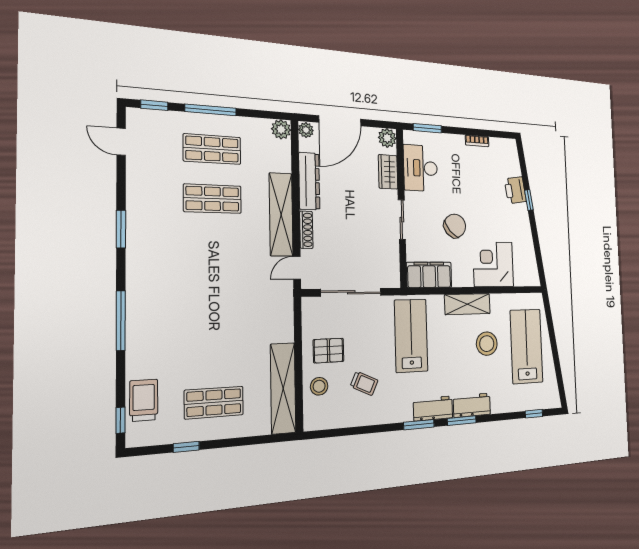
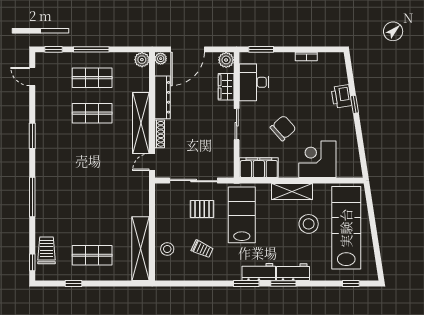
lab bench: (526, 346) -> (346, 228), width x1.36
pallet: (329, 351) -> (202, 209), moved

